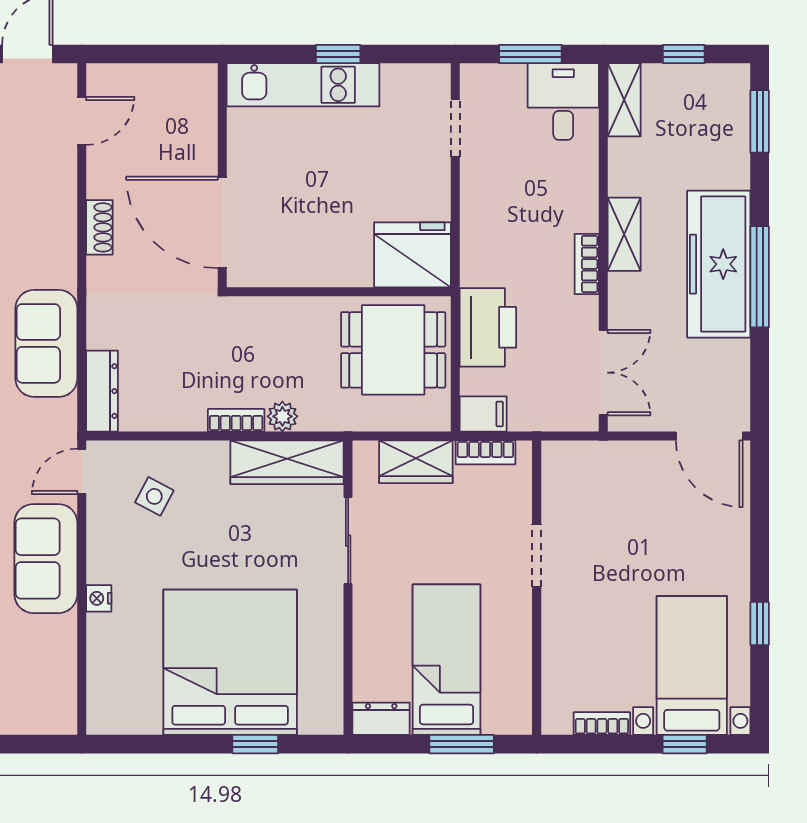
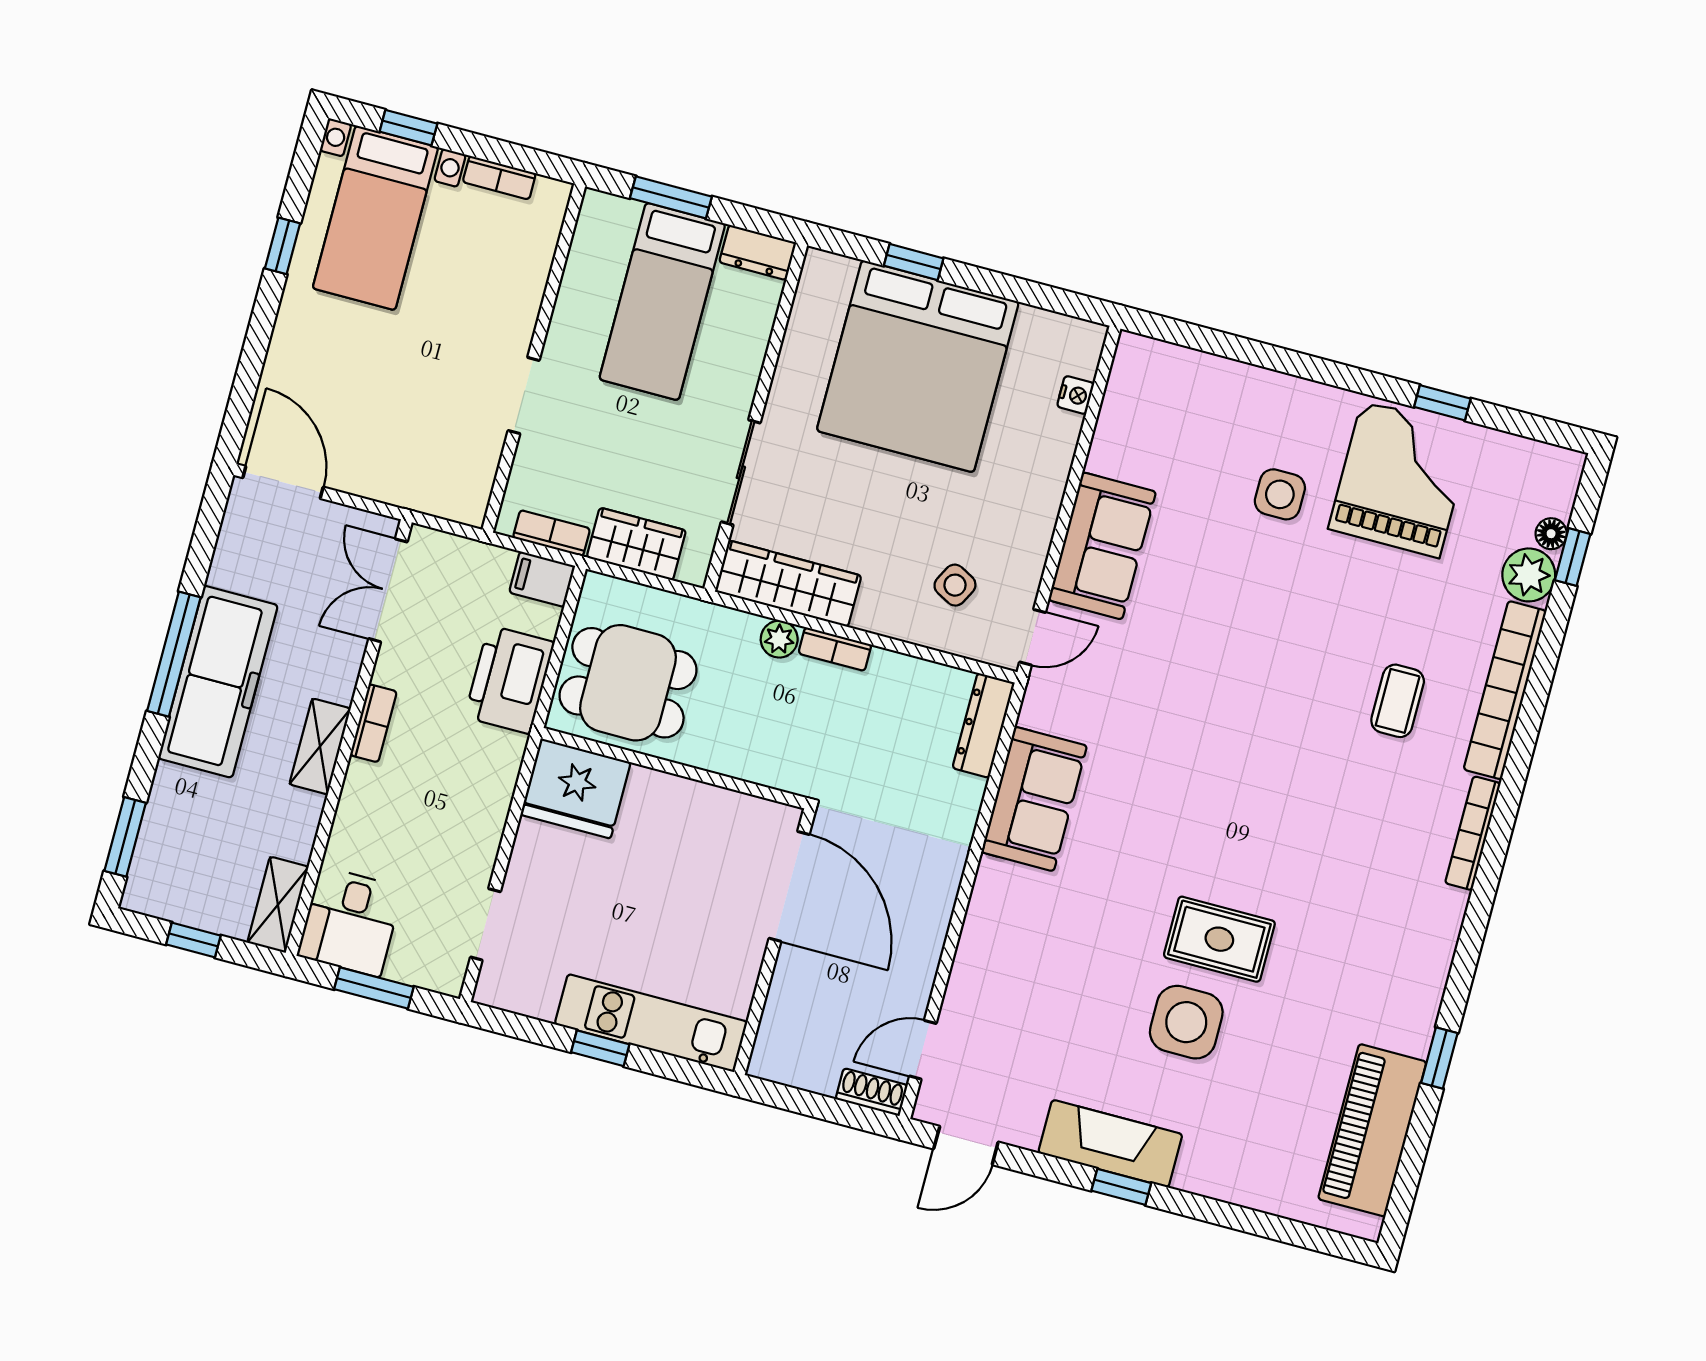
shoe rack: (99, 227) -> (872, 1092), moved, turned 90
nightstand: (99, 598) -> (1076, 395), moved

